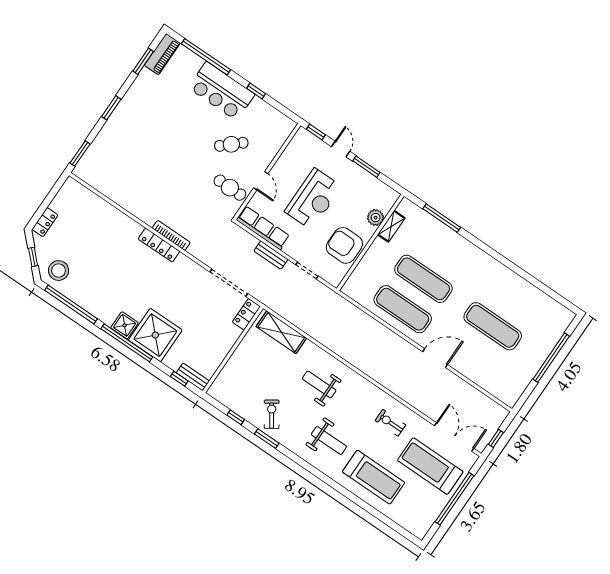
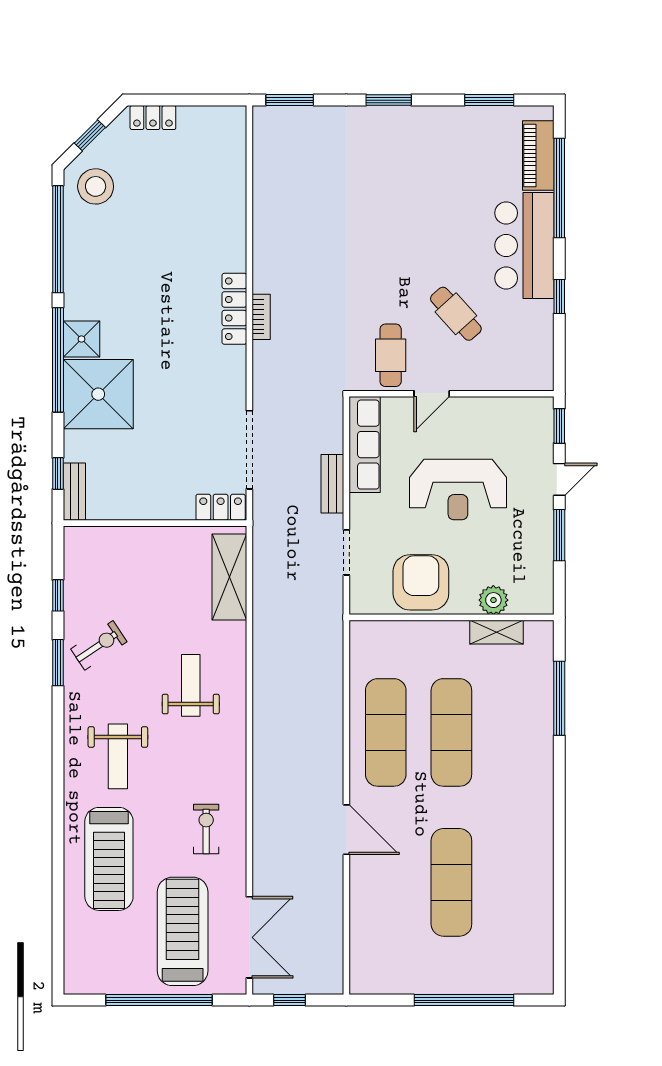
piano: (162, 54) -> (538, 155), moved, turned 90
bookcase: (171, 235) -> (261, 317), width x0.64

